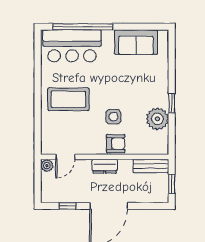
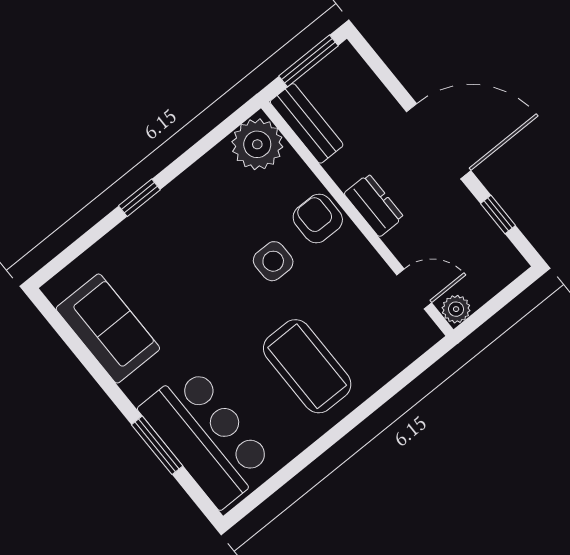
window: (83, 27) -> (157, 445), width x0.47
window: (172, 103) -> (139, 198), moved
plant: (157, 119) -> (257, 144), moved
window: (172, 184) -> (309, 61), width x1.50

